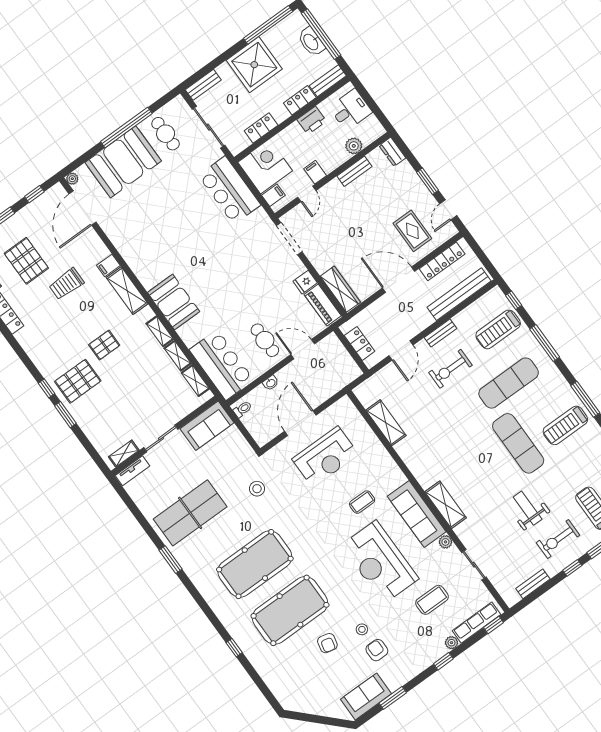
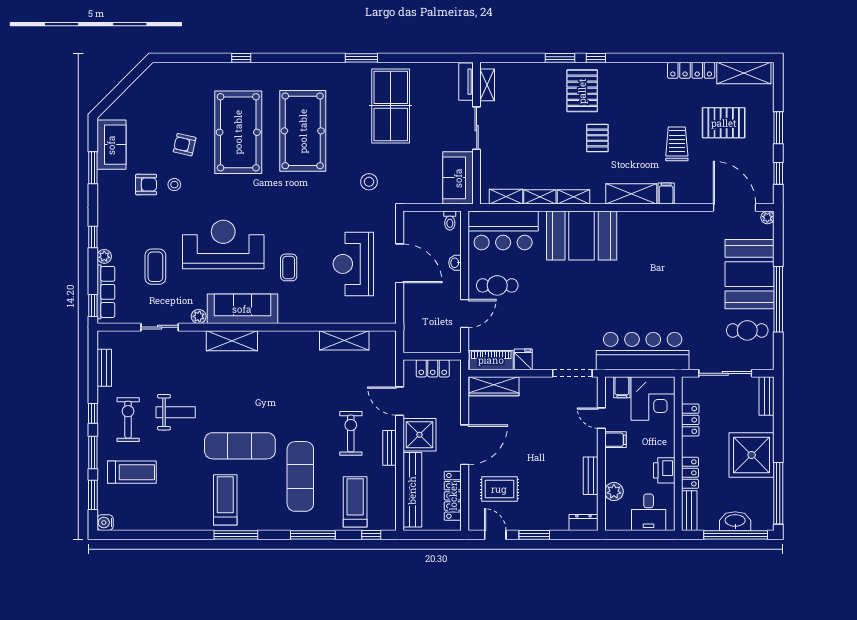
bar counter: (229, 190) -> (643, 351), width x1.36
booth: (174, 302) -> (582, 236), width x1.36, depth x1.42
shower: (415, 318) -> (419, 435), added

